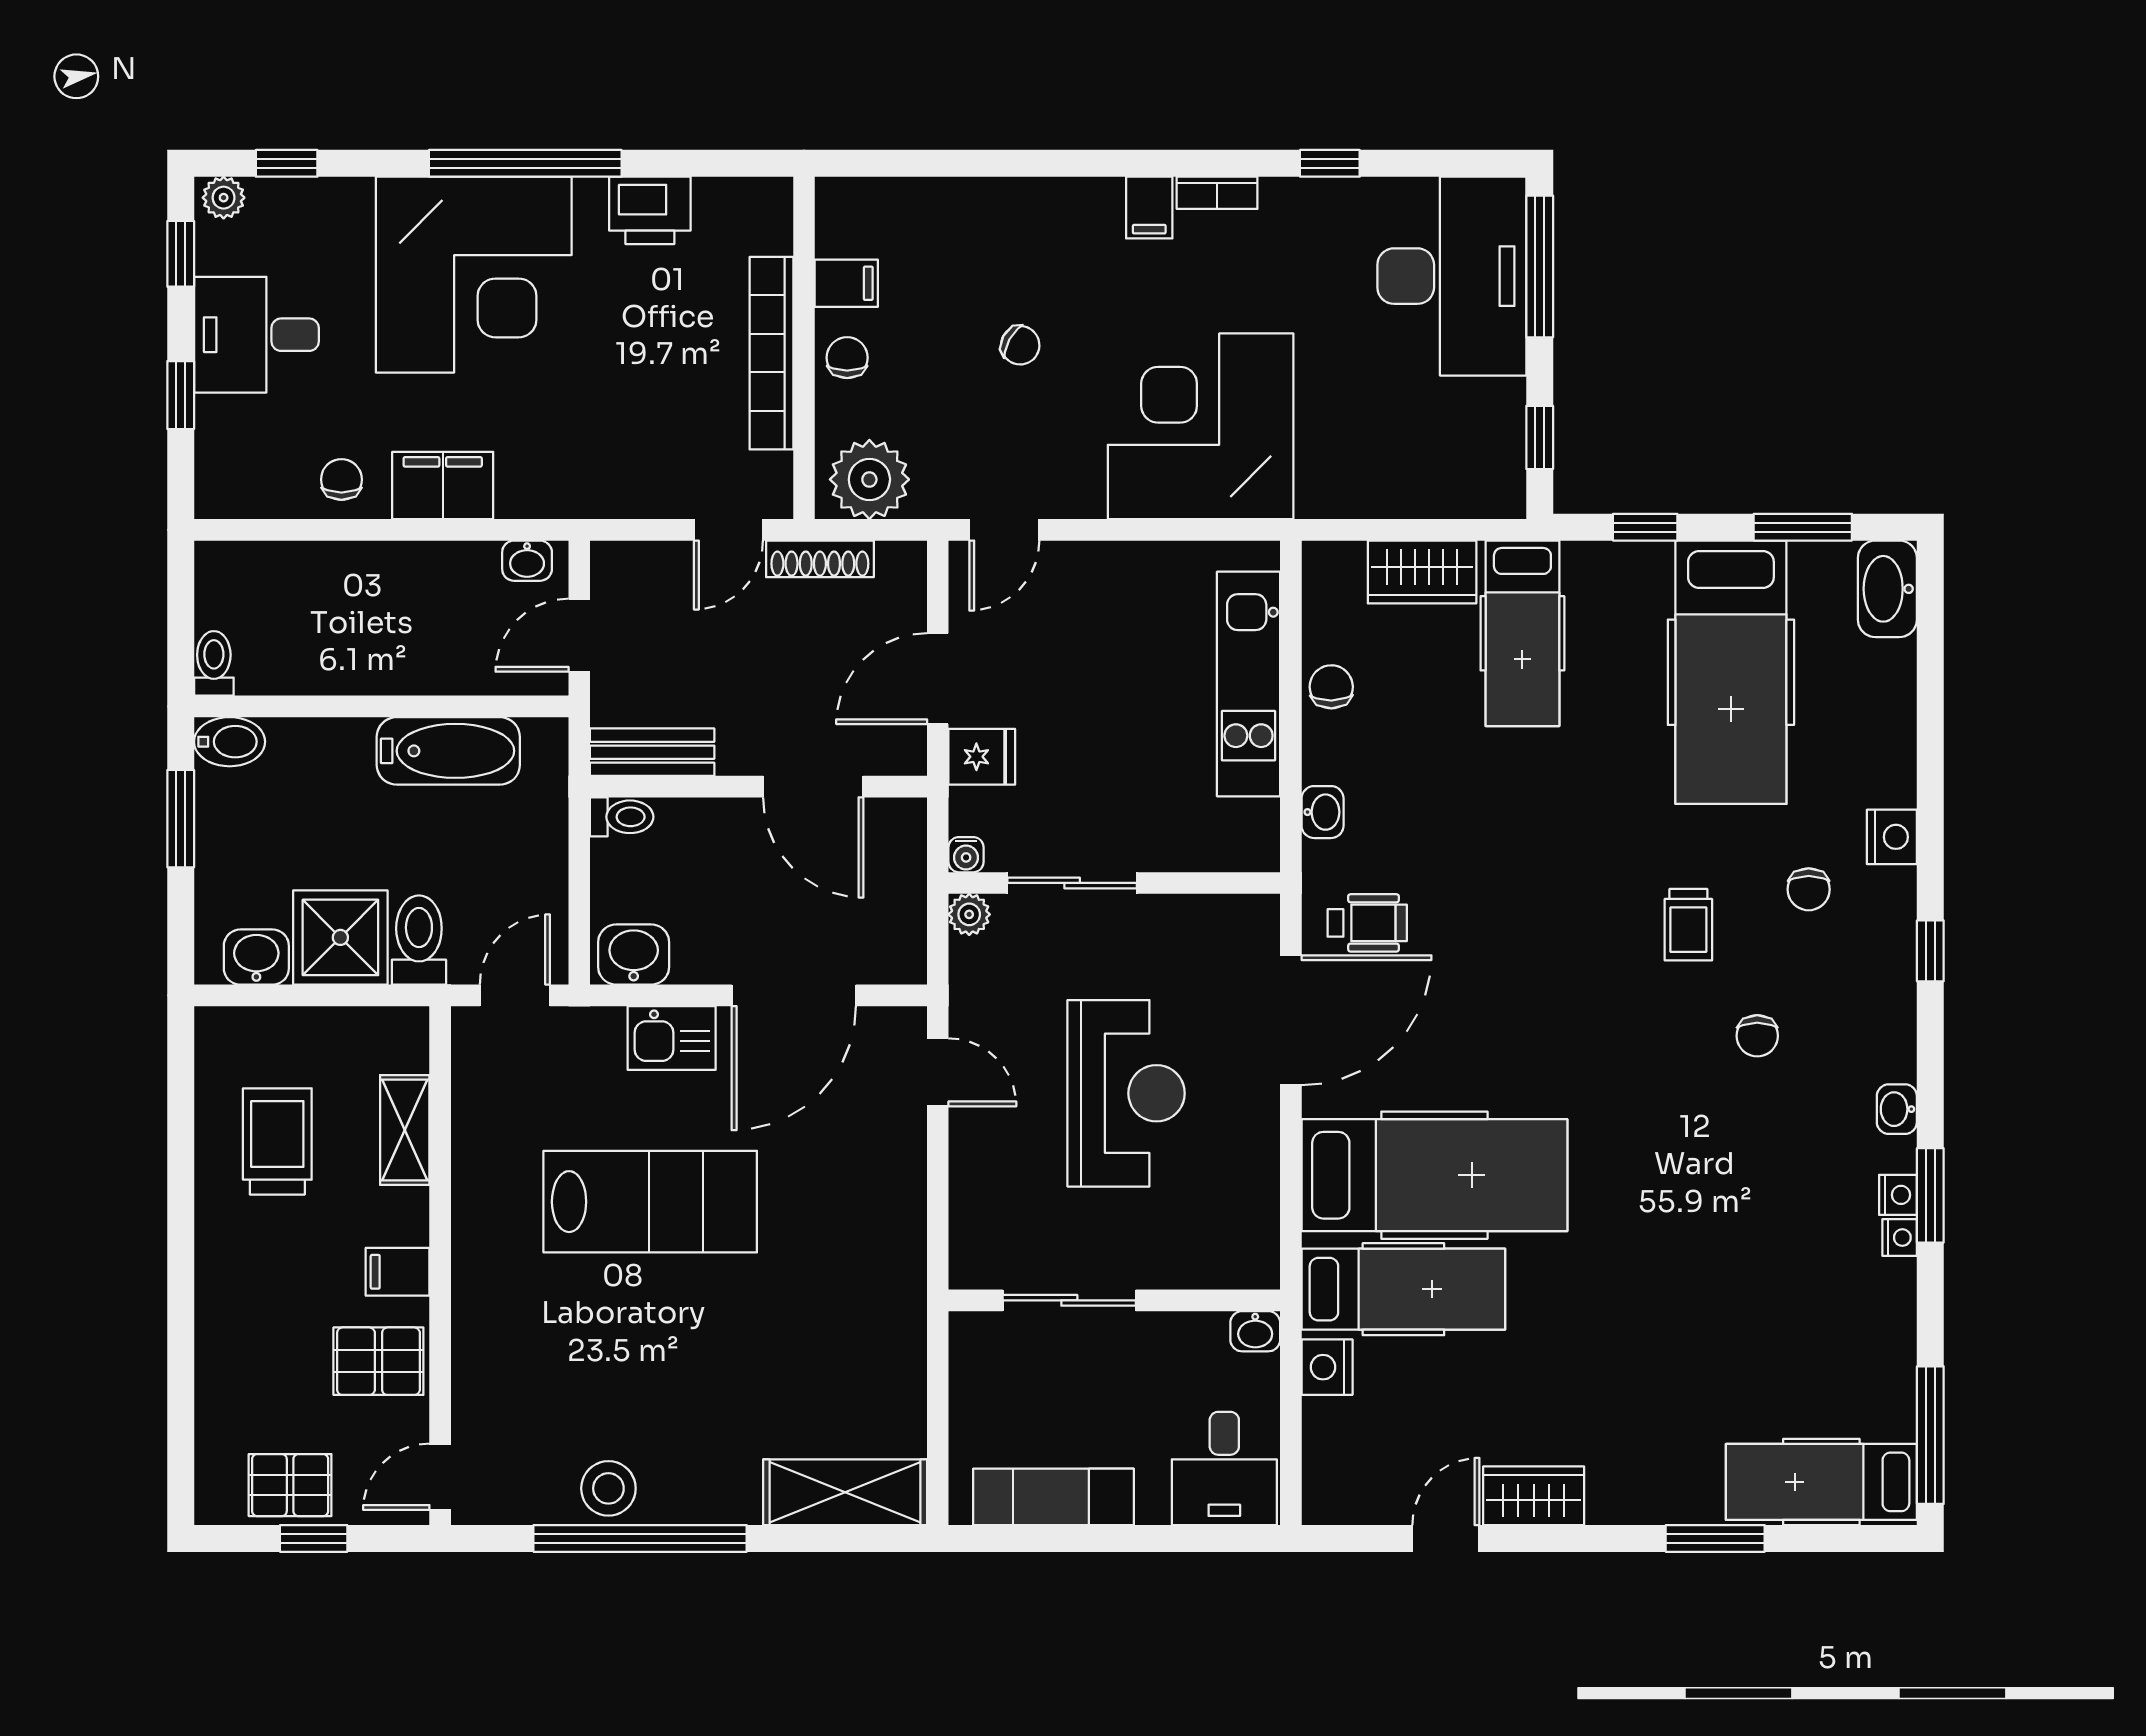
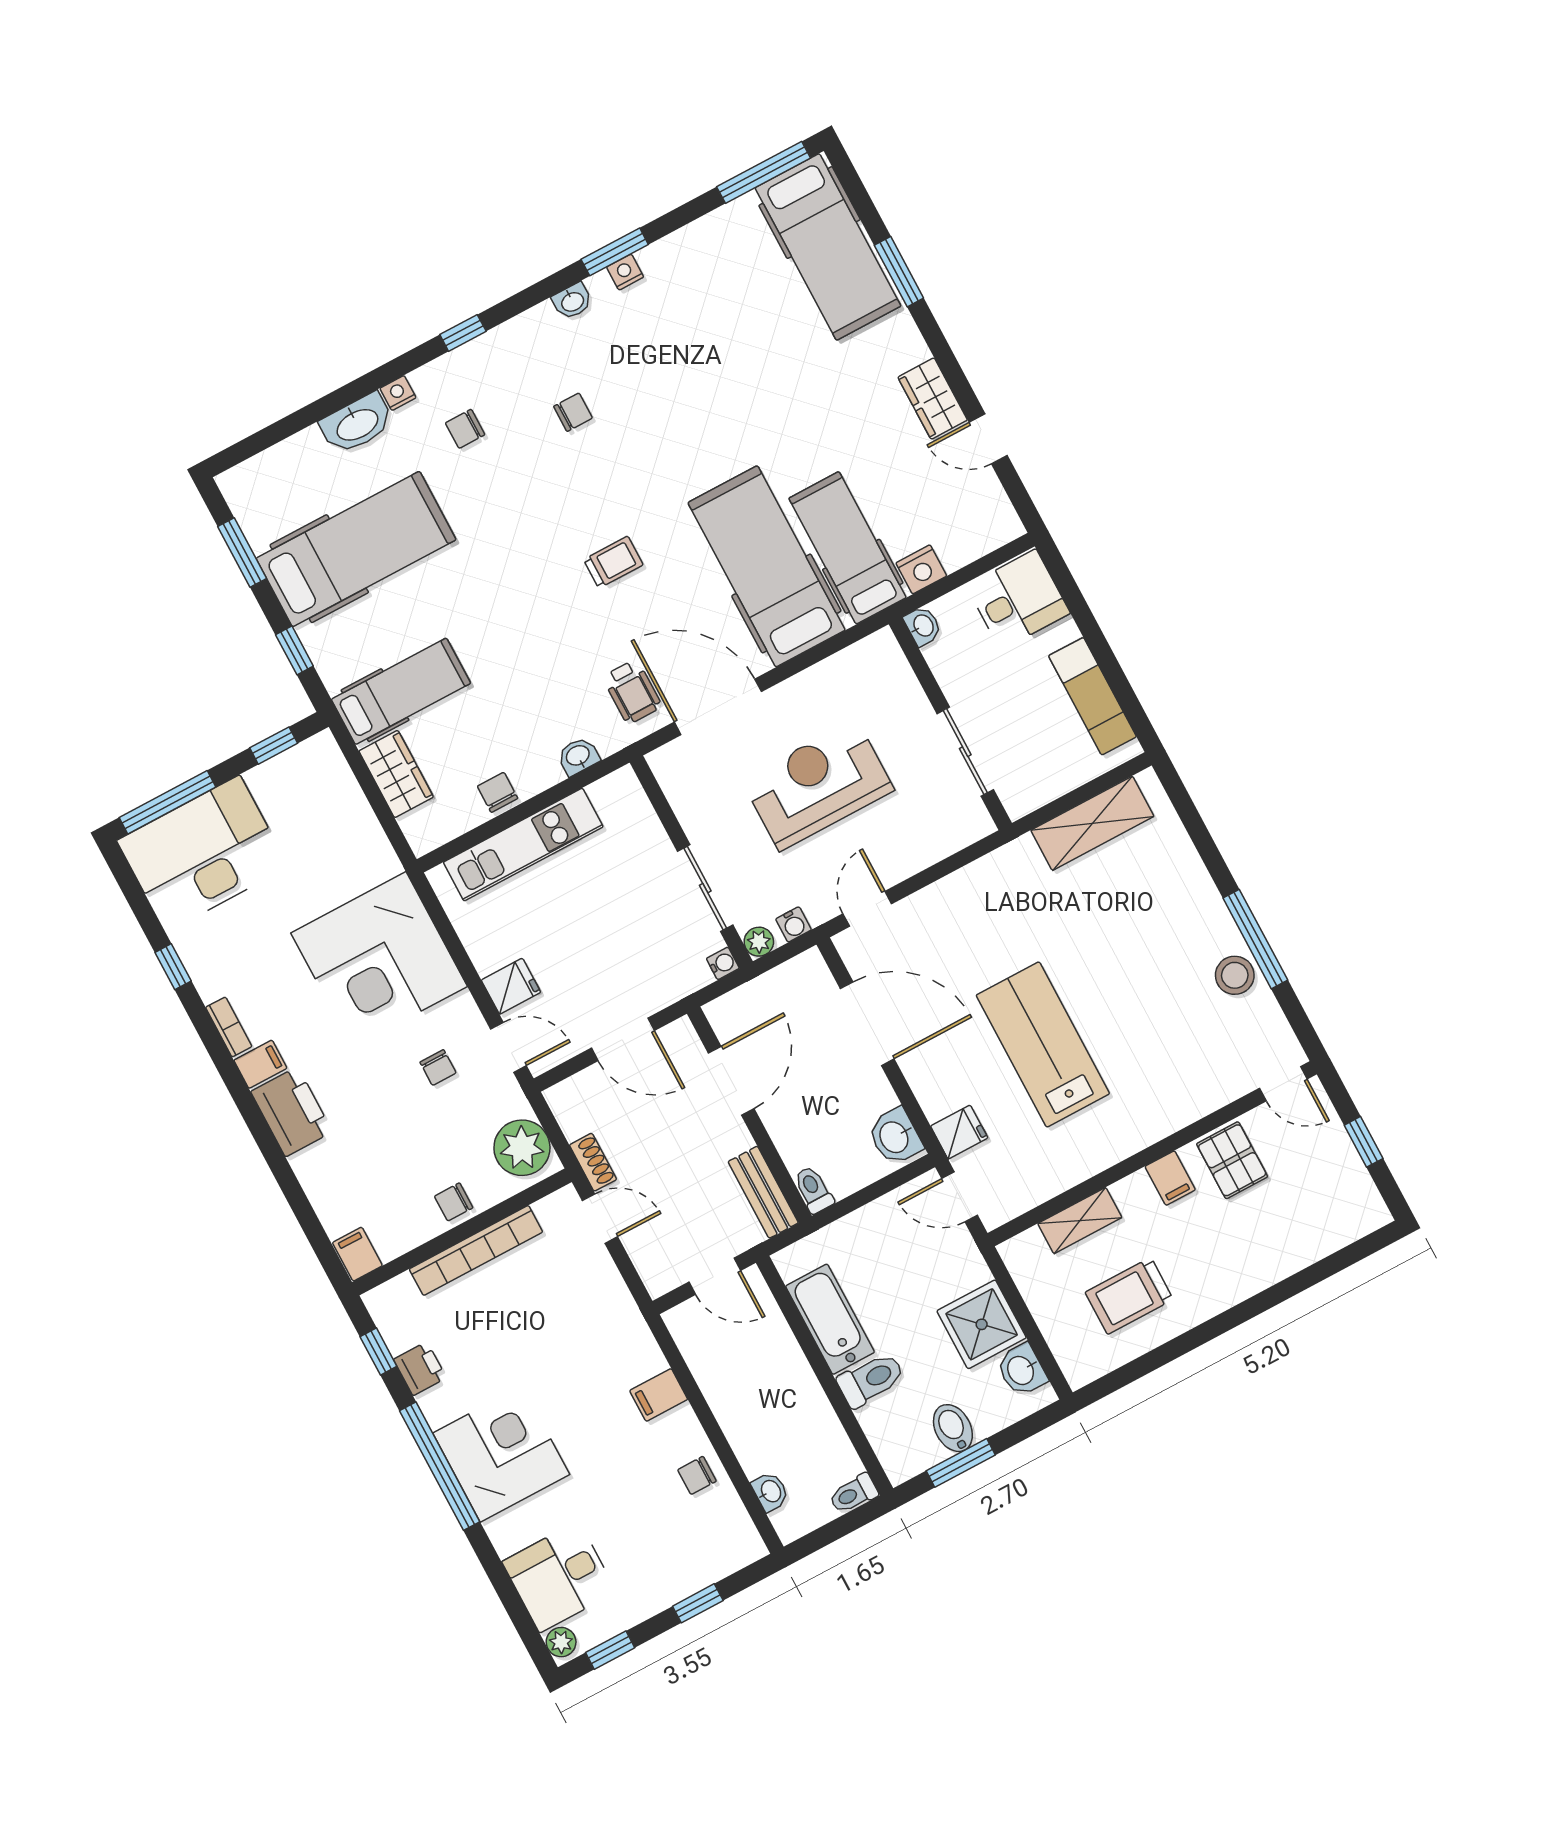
window: (287, 163) -> (378, 1351), moved
printer: (650, 210) -> (420, 1369), width x0.73, depth x0.81
printer: (1069, 215) -> (292, 1112), added
corner desk: (474, 275) -> (501, 1454), width x0.74, depth x0.74
filing cabinet: (846, 283) -> (357, 1254), moved
desk: (256, 335) -> (559, 1577), moved, turned 90
chair: (1020, 345) -> (438, 1067), moved, turned 151
filing cabinet: (443, 485) -> (659, 1395), width x0.50
shoe rack: (820, 559) -> (593, 1162), width x0.70
washbasin: (527, 561) -> (770, 1492), moved
washbasin: (1887, 589) -> (357, 424), moved
chair: (1331, 687) -> (498, 792), turned 91
bidet: (230, 742) -> (953, 1428), moved
fridge: (982, 757) -> (511, 986), moved, turned 90
nightstand: (1892, 837) -> (398, 393), width x0.72, depth x0.74
chair: (1809, 889) -> (465, 429), turned 180
wheelchair: (1367, 923) -> (632, 692), turned 180
trolley: (1688, 925) -> (613, 562), moved
toilet: (419, 940) -> (871, 1380), moved, turned 180
water cooler: (968, 969) -> (794, 924), added
fridge: (596, 1038) -> (959, 1132), added
kitchen sink: (672, 1038) -> (934, 1085), removed
nightstand: (1900, 1238) -> (651, 257), removed
hospital bed: (1821, 1482) -> (828, 247), width x1.37, depth x1.29
pallet: (290, 1485) -> (1338, 1174), removed
shelving: (845, 1492) -> (1092, 823), moved, turned 90
window: (640, 1538) -> (1255, 939), width x0.68

